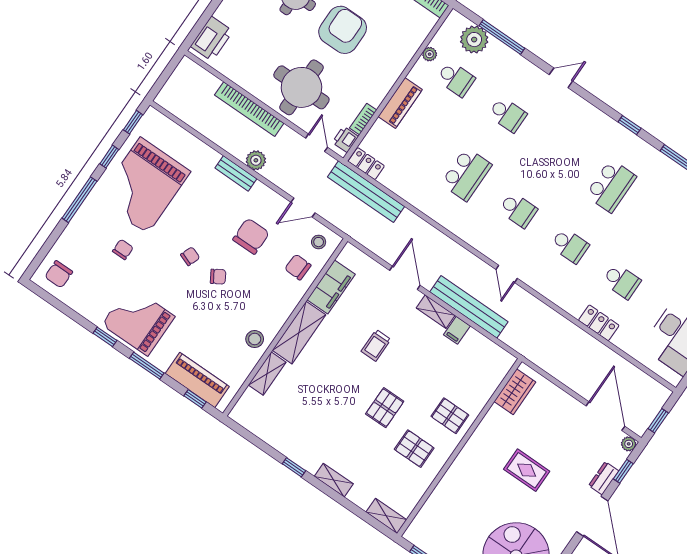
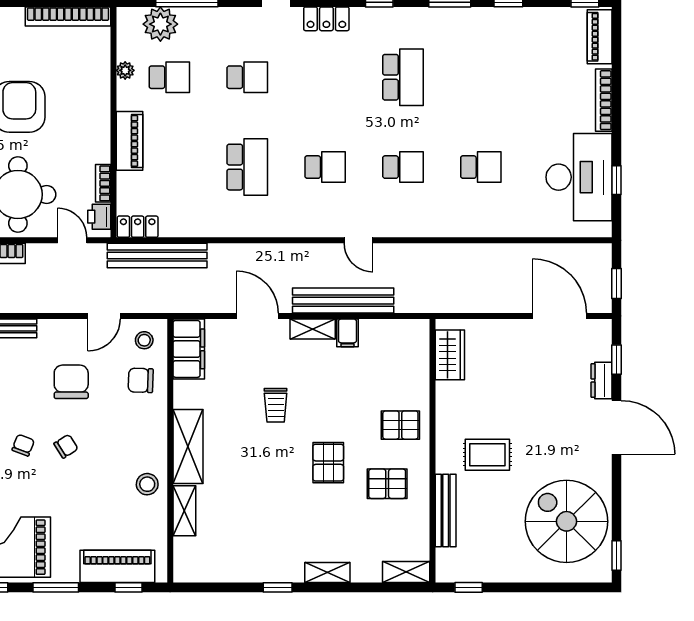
plant: (256, 160) -> (23, 301), removed
filing cabinet: (331, 287) -> (189, 349), moved
locker: (599, 323) -> (326, 19), moved, turned 180
plant: (629, 444) -> (603, 328), removed
rug: (527, 470) -> (487, 455), moved
bench: (441, 493) -> (446, 510), added

